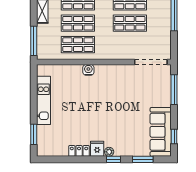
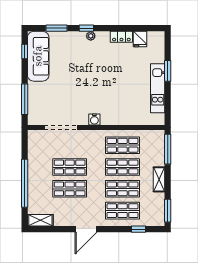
doorway: (151, 62) -> (61, 127), moved
water cooler: (88, 70) -> (94, 119), moved
window: (34, 134) -> (168, 71), moved
fridge: (97, 149) -> (140, 39), moved

